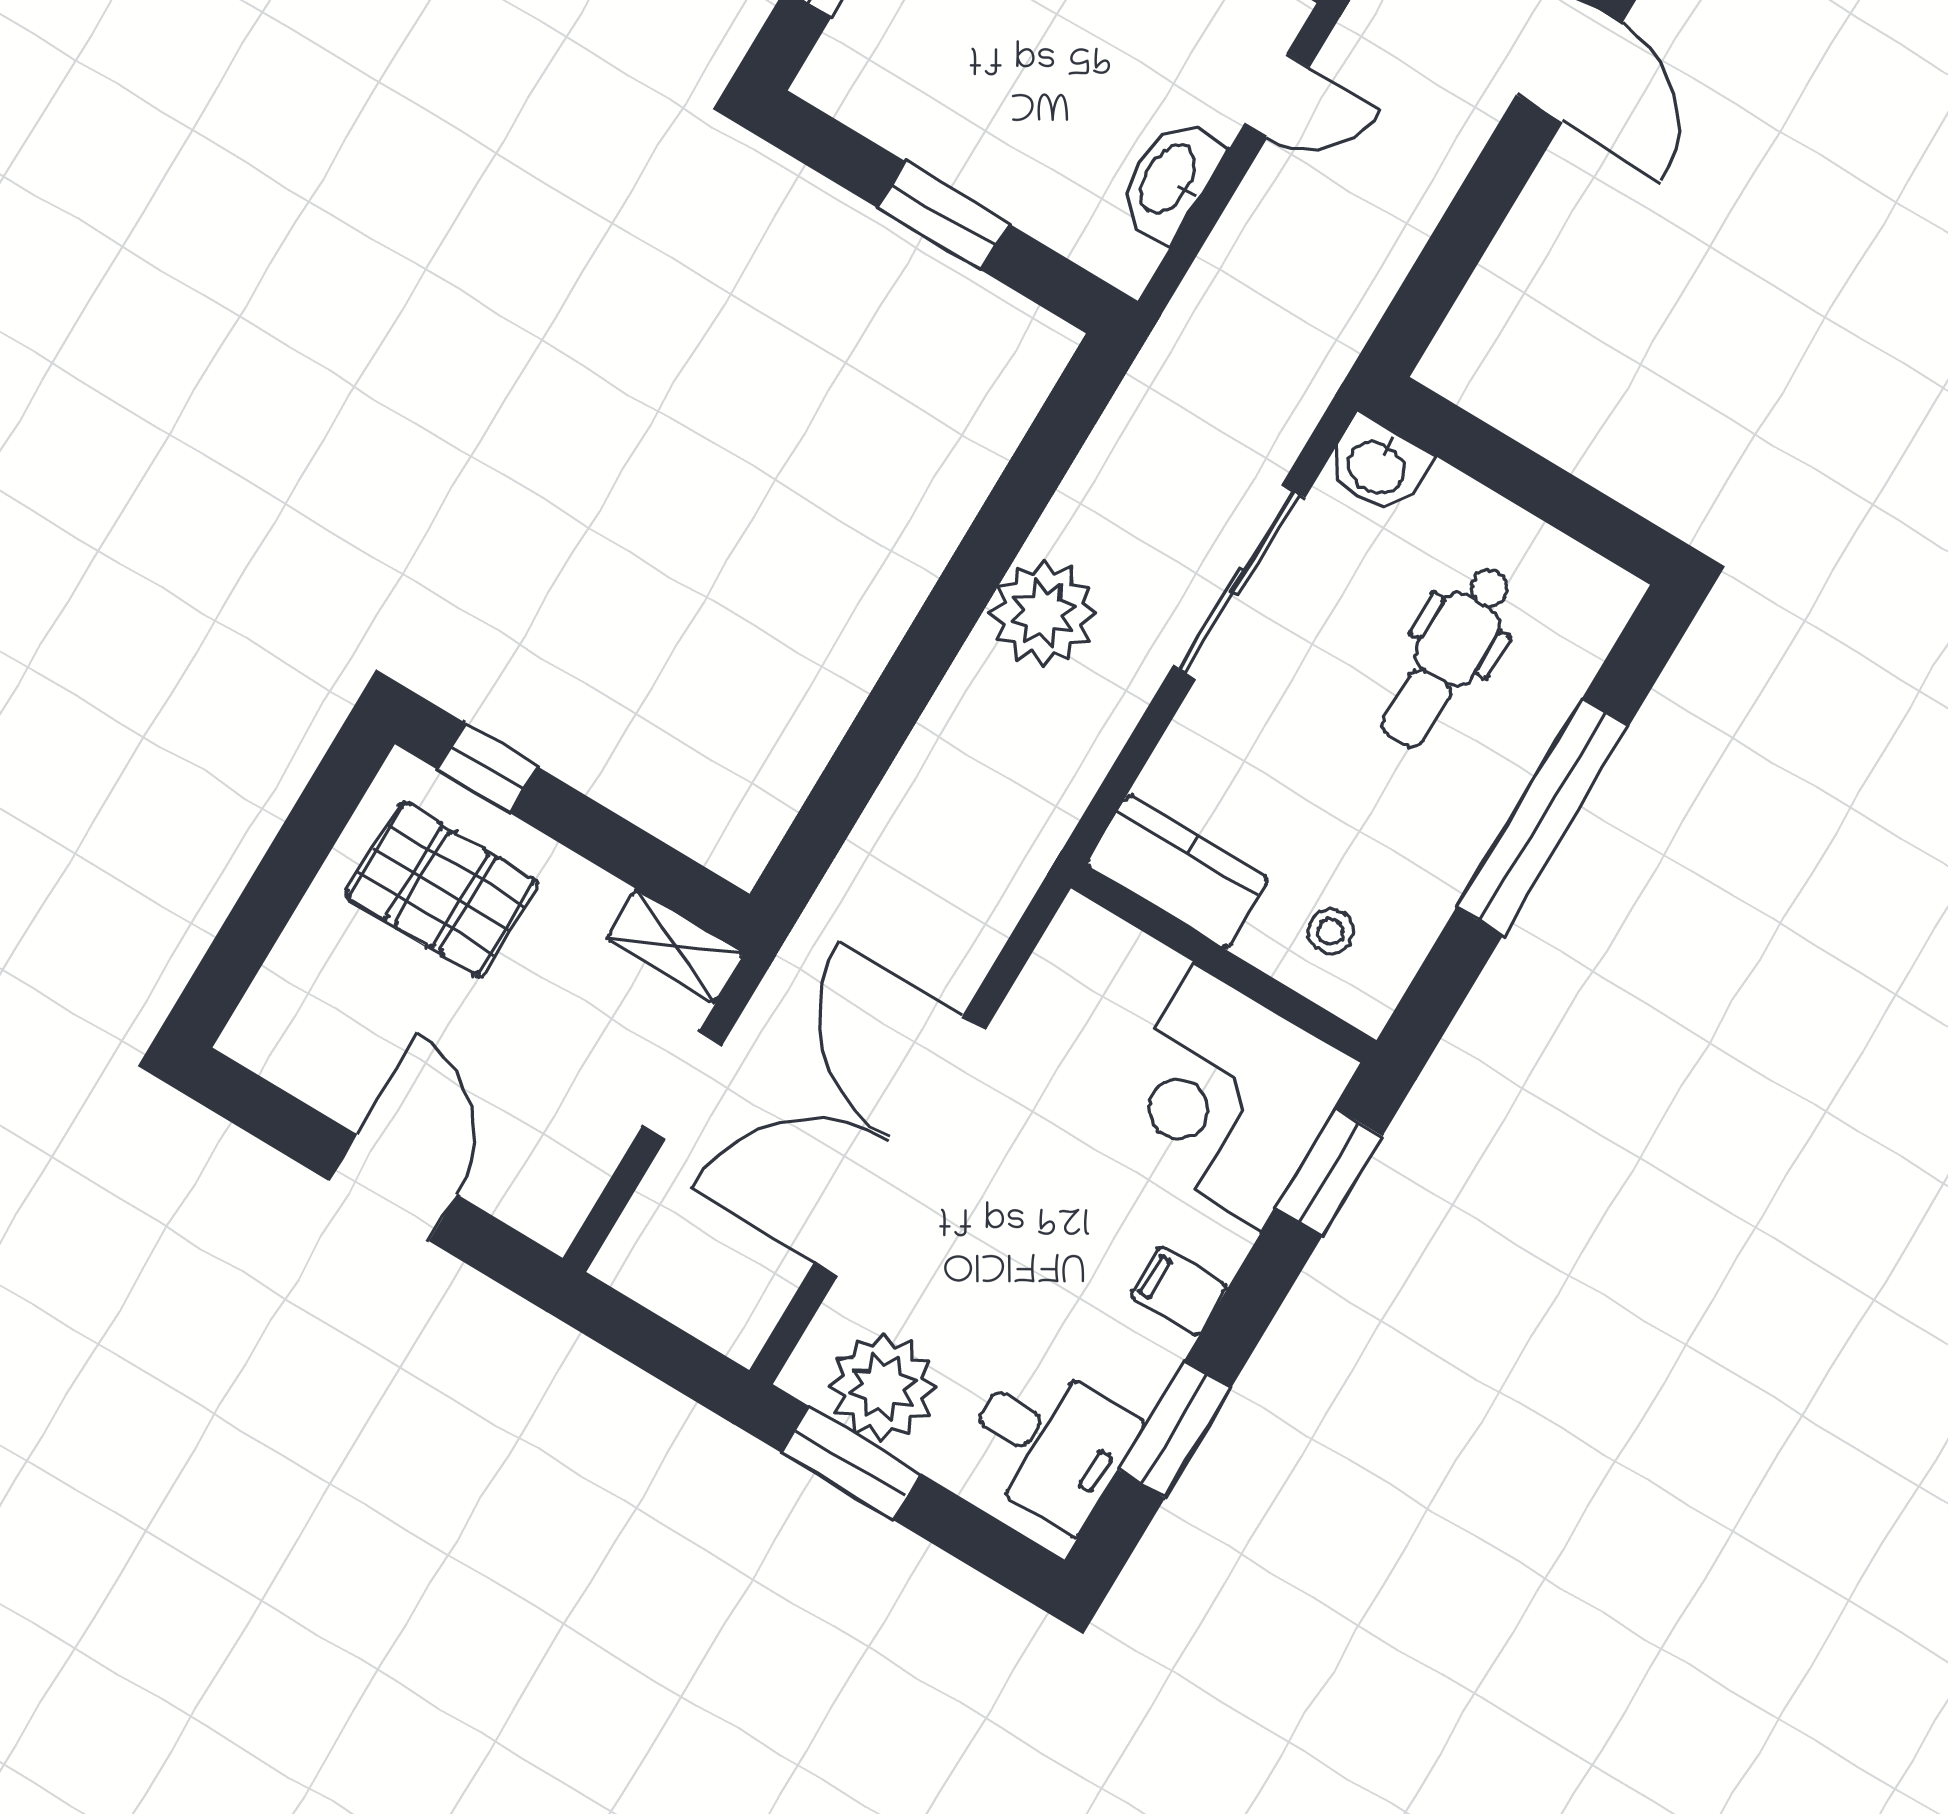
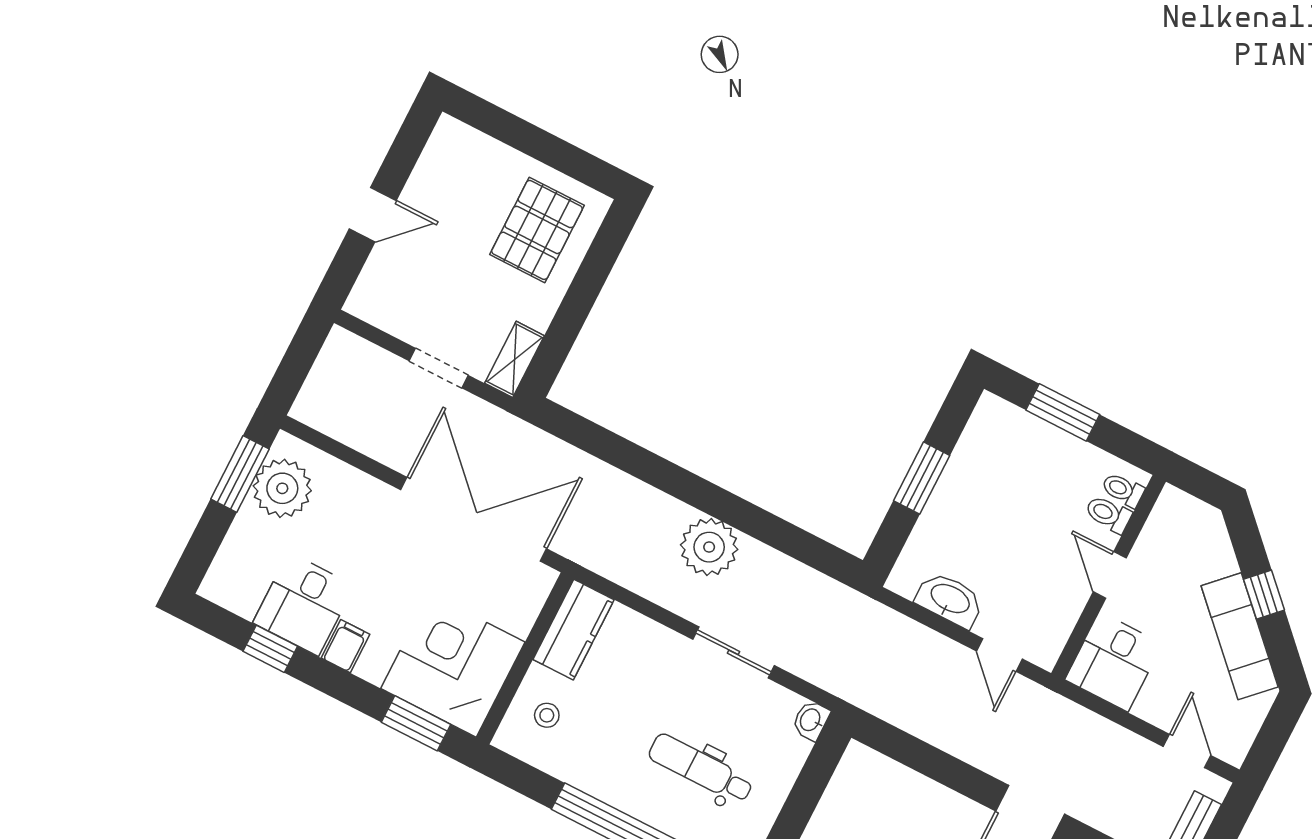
washbasin: (1377, 465) -> (811, 720), width x0.72, depth x0.69
sliding door: (1239, 582) -> (734, 652), width x0.73
window: (488, 768) -> (604, 251), removed
double door: (900, 1146) -> (474, 519), moved
door: (393, 1188) -> (373, 215), width x0.73
window: (1175, 1429) -> (270, 649), width x0.67
desk: (1049, 1443) -> (304, 604), moved

